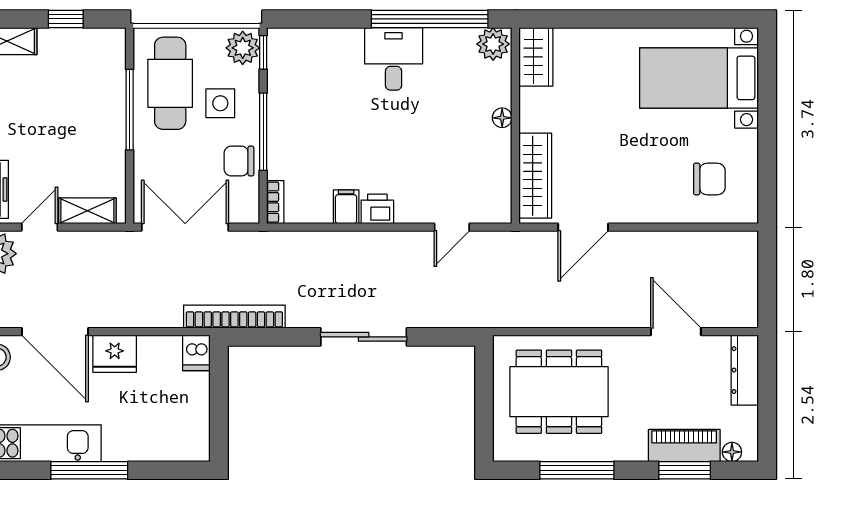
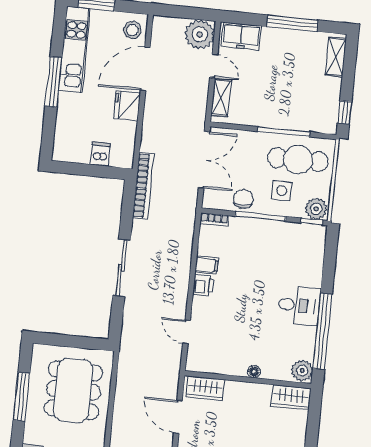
window: (66, 19) -> (345, 112), moved
wardrobe: (535, 176) -> (205, 388), width x0.67
dishwasher: (196, 353) -> (100, 154), moved, turned 90

